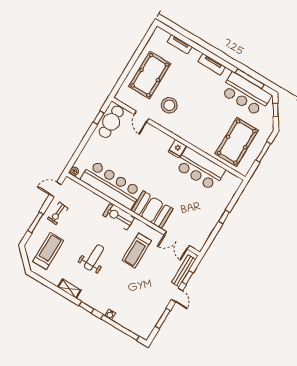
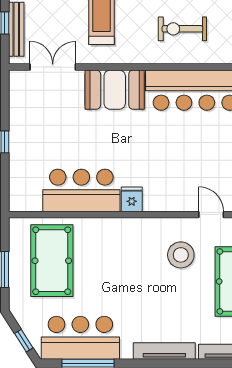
tv unit: (212, 64) -> (164, 351), width x1.41
exercise bike: (118, 217) -> (182, 29), moved, turned 180

